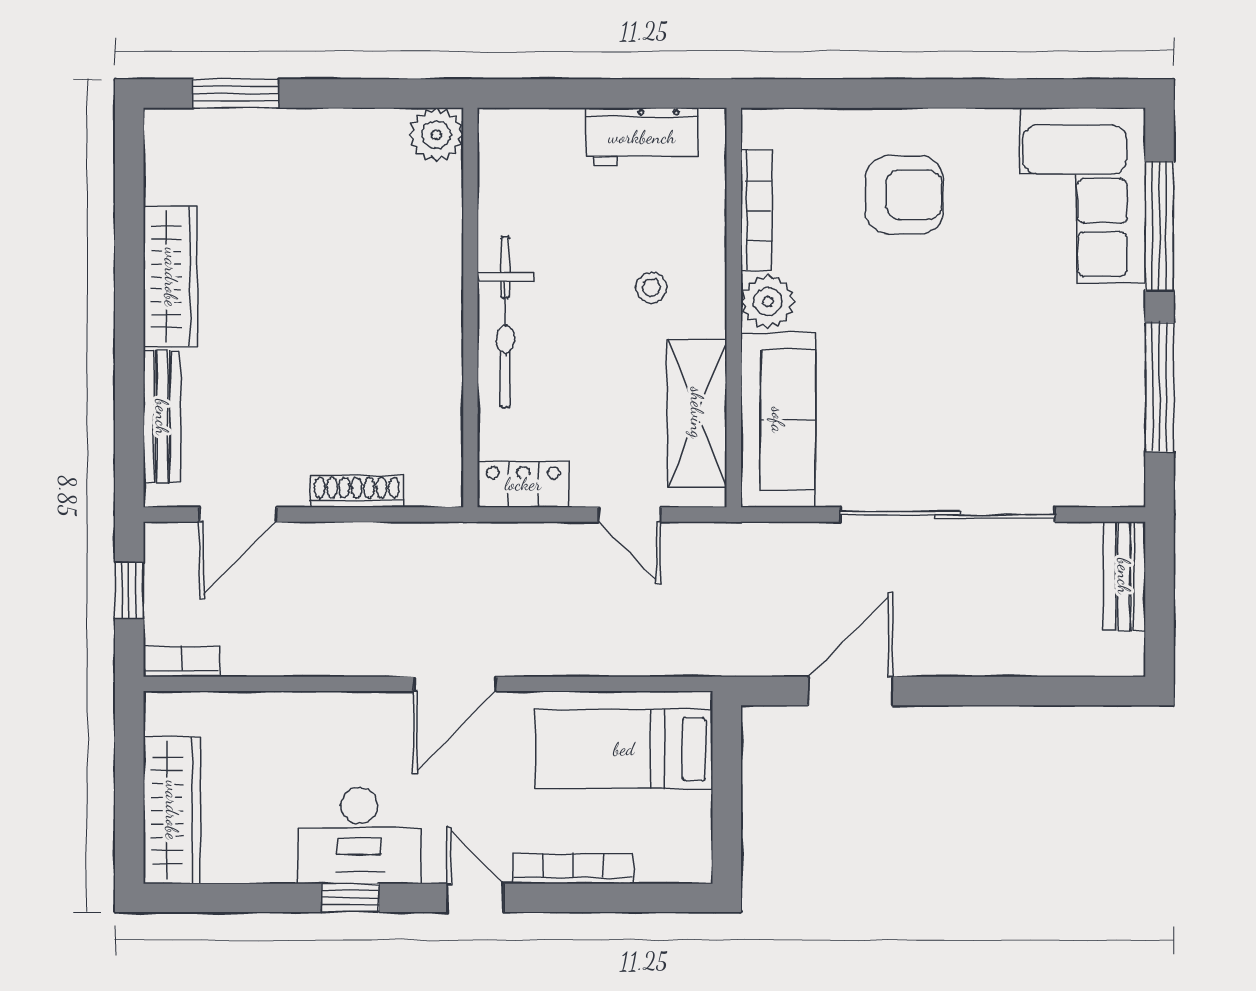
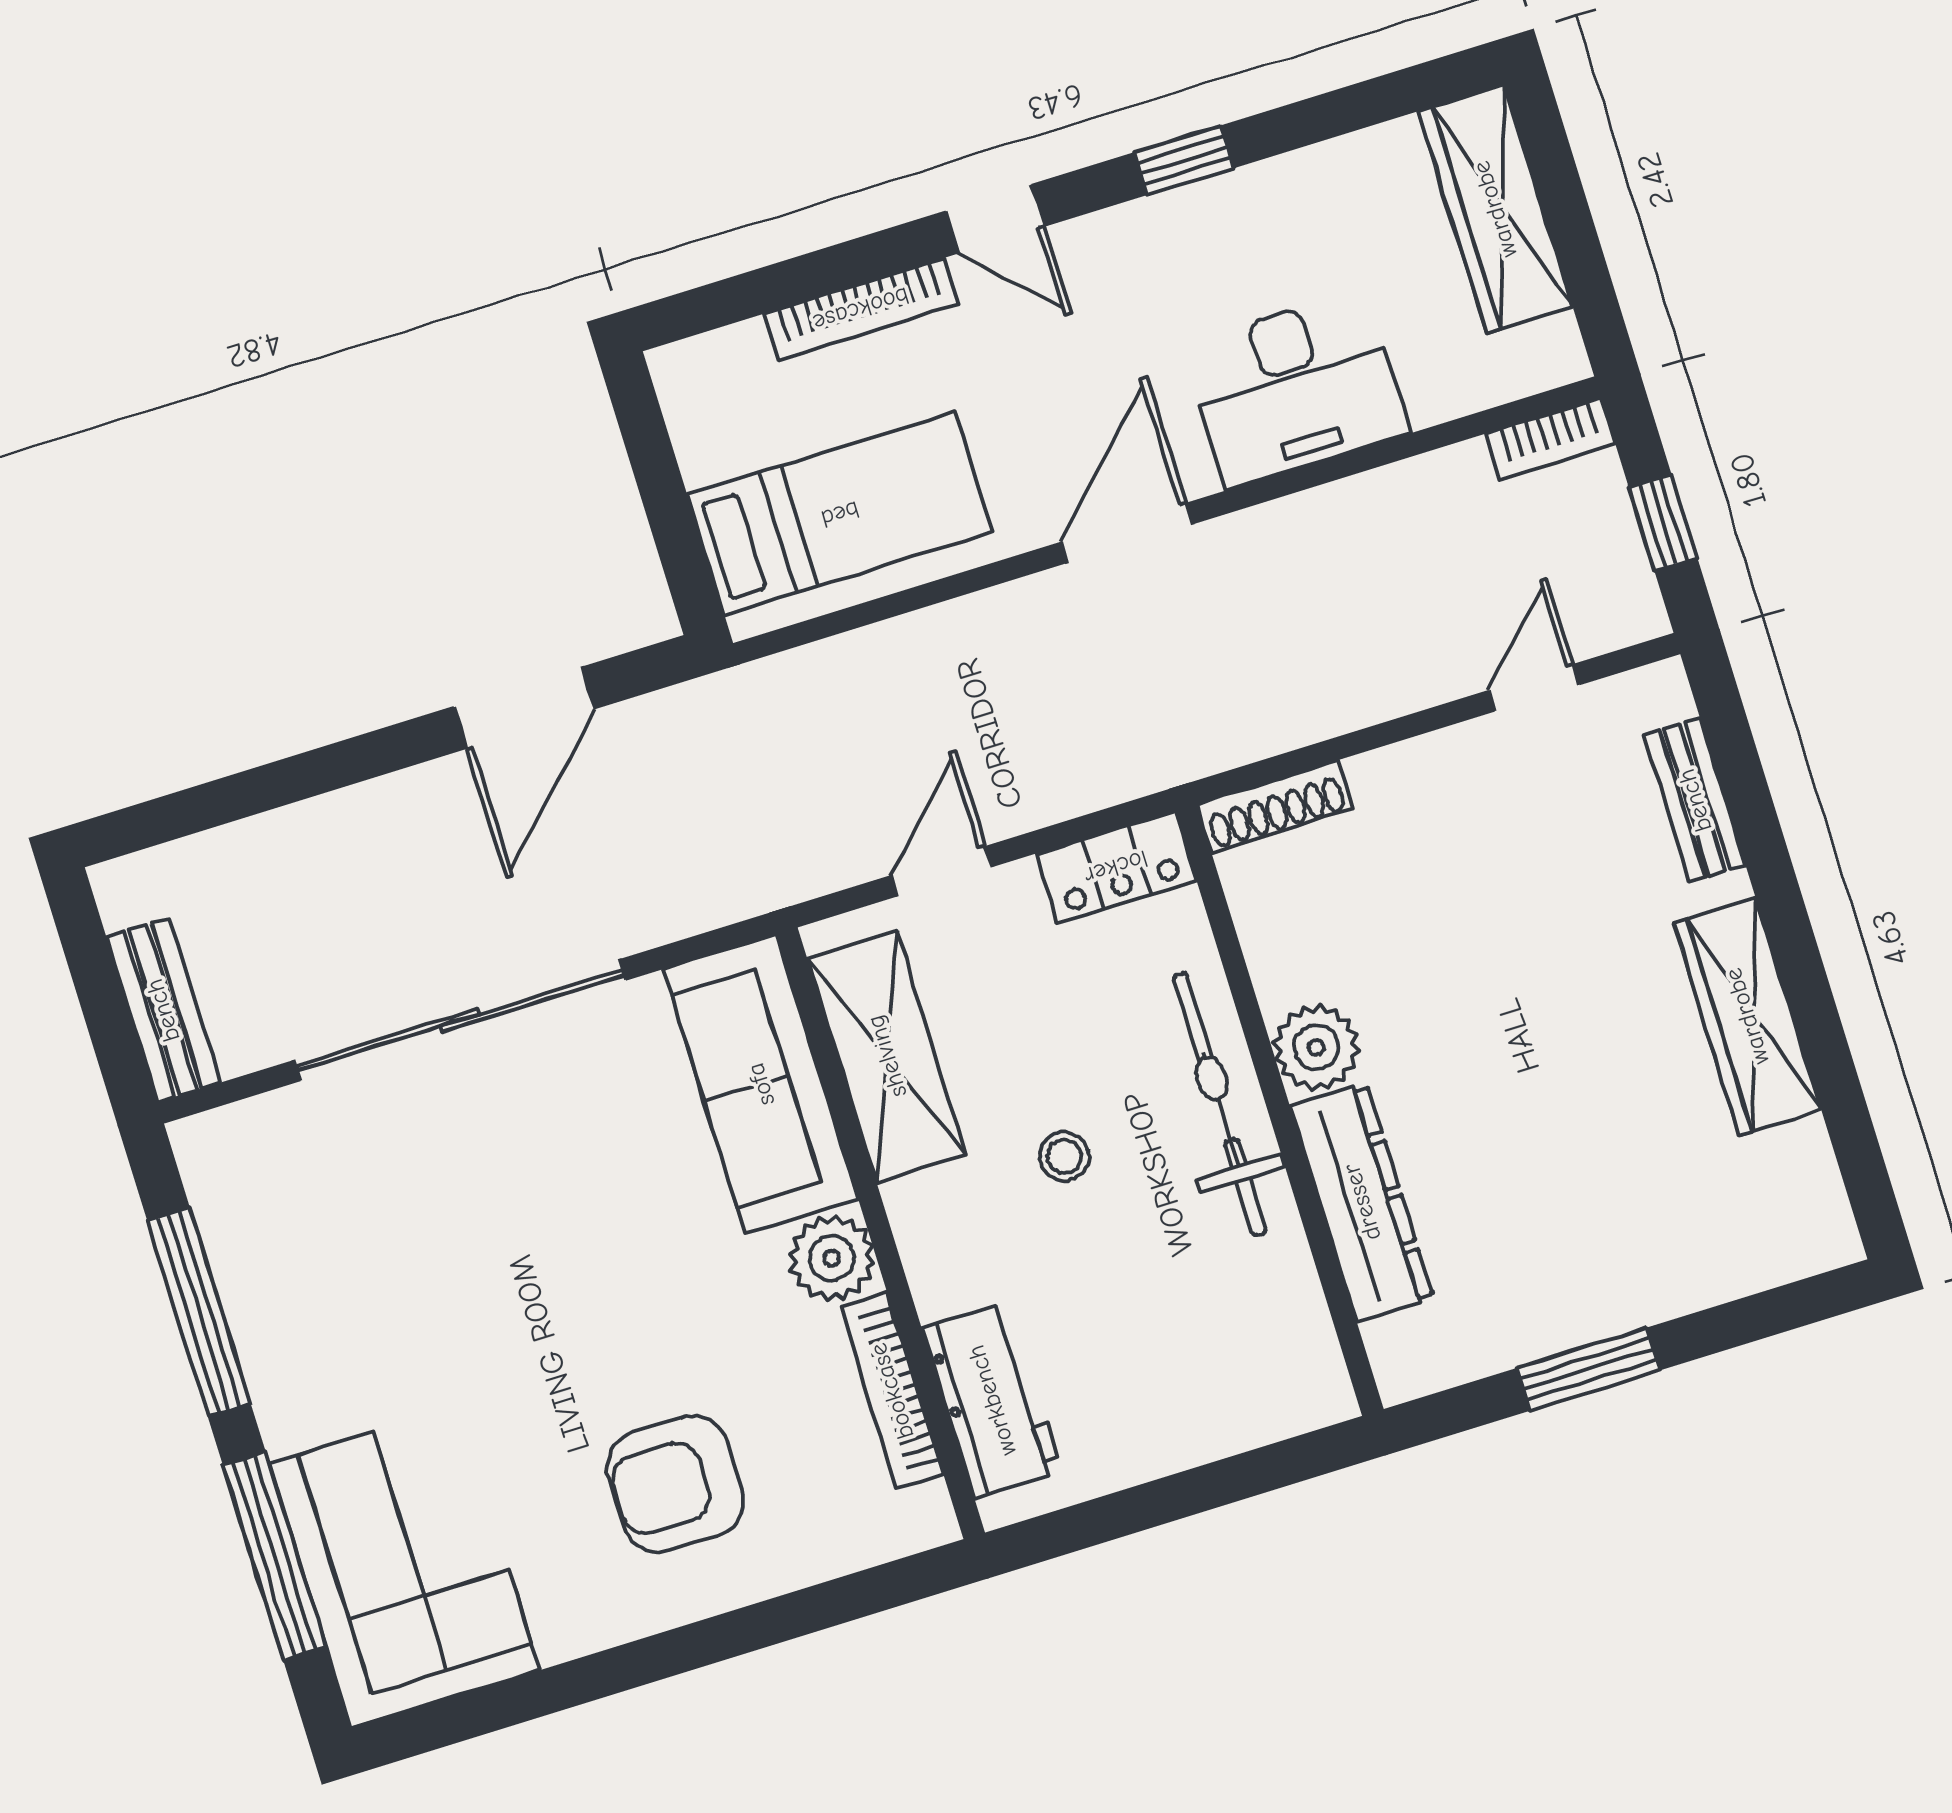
window: (236, 94) -> (1588, 1369), moved
plant: (436, 135) -> (1316, 1047), moved
workbench: (642, 137) -> (992, 1400), moved, turned 90
dresser: (438, 236) -> (1362, 1202), added
stool: (652, 288) -> (1064, 1156), moved
bench: (162, 417) -> (1695, 800), width x0.73
shoe rack: (357, 491) -> (1275, 806), moved
door: (238, 515) -> (1534, 688), width x0.73
door: (629, 515) -> (941, 871), hinge flipped
desk: (359, 835) -> (1295, 389), moved, turned 180

